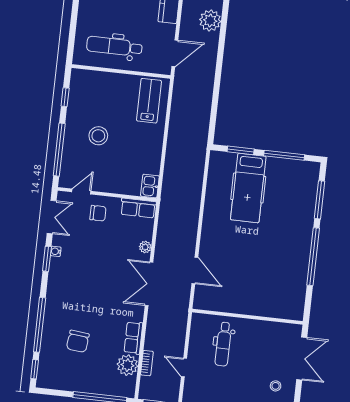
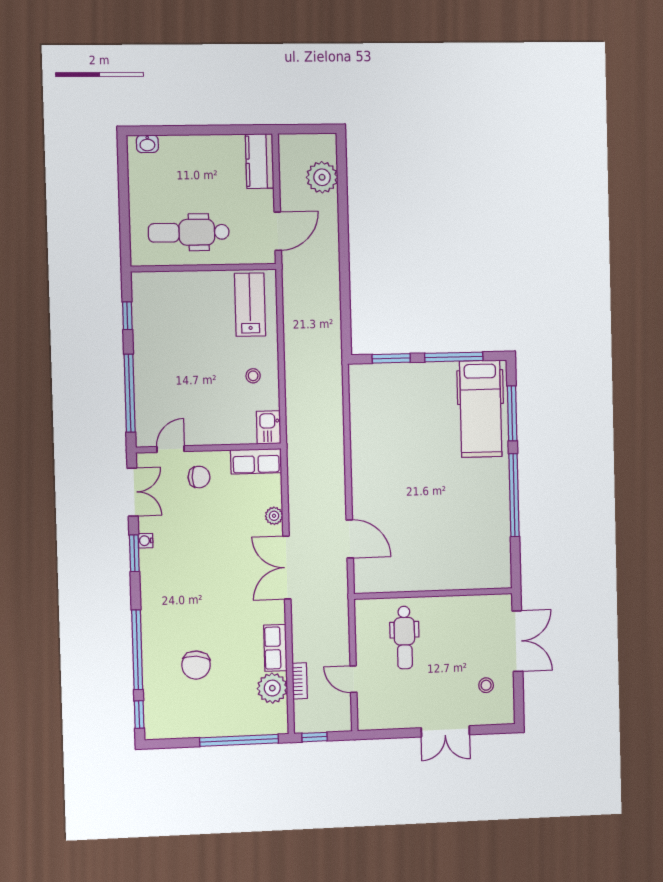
stool: (98, 136) -> (253, 376), moved, width x0.53, depth x0.53
hospital bed: (248, 188) -> (481, 409), moved

